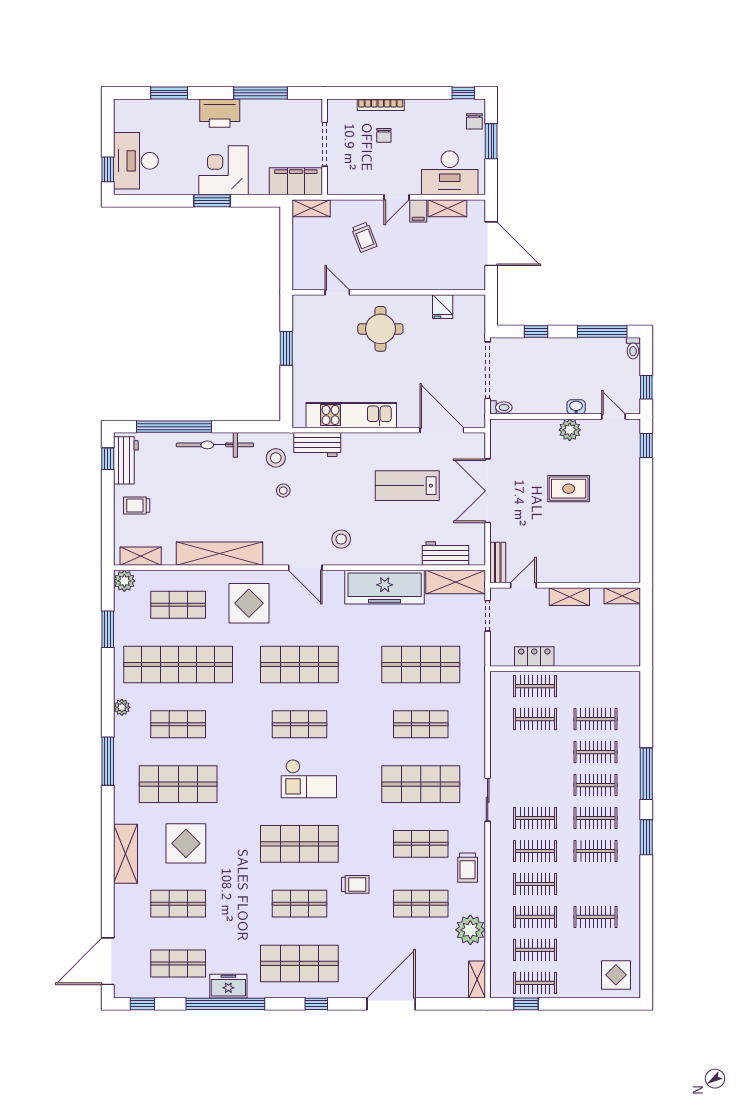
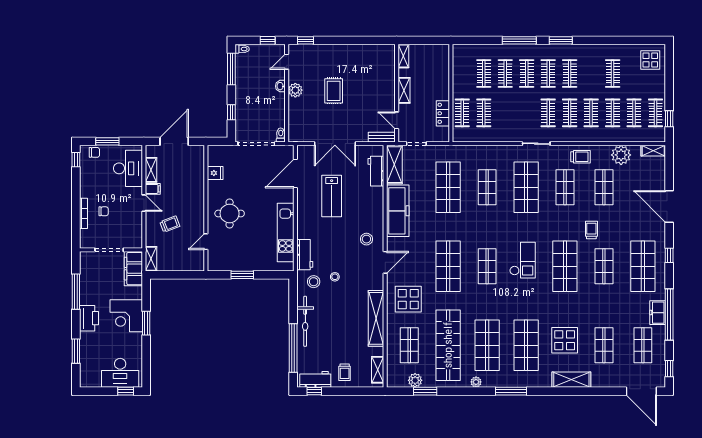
plant: (124, 581) -> (415, 380), moved
shop shelf: (178, 724) -> (487, 345), width x1.43, depth x1.36

